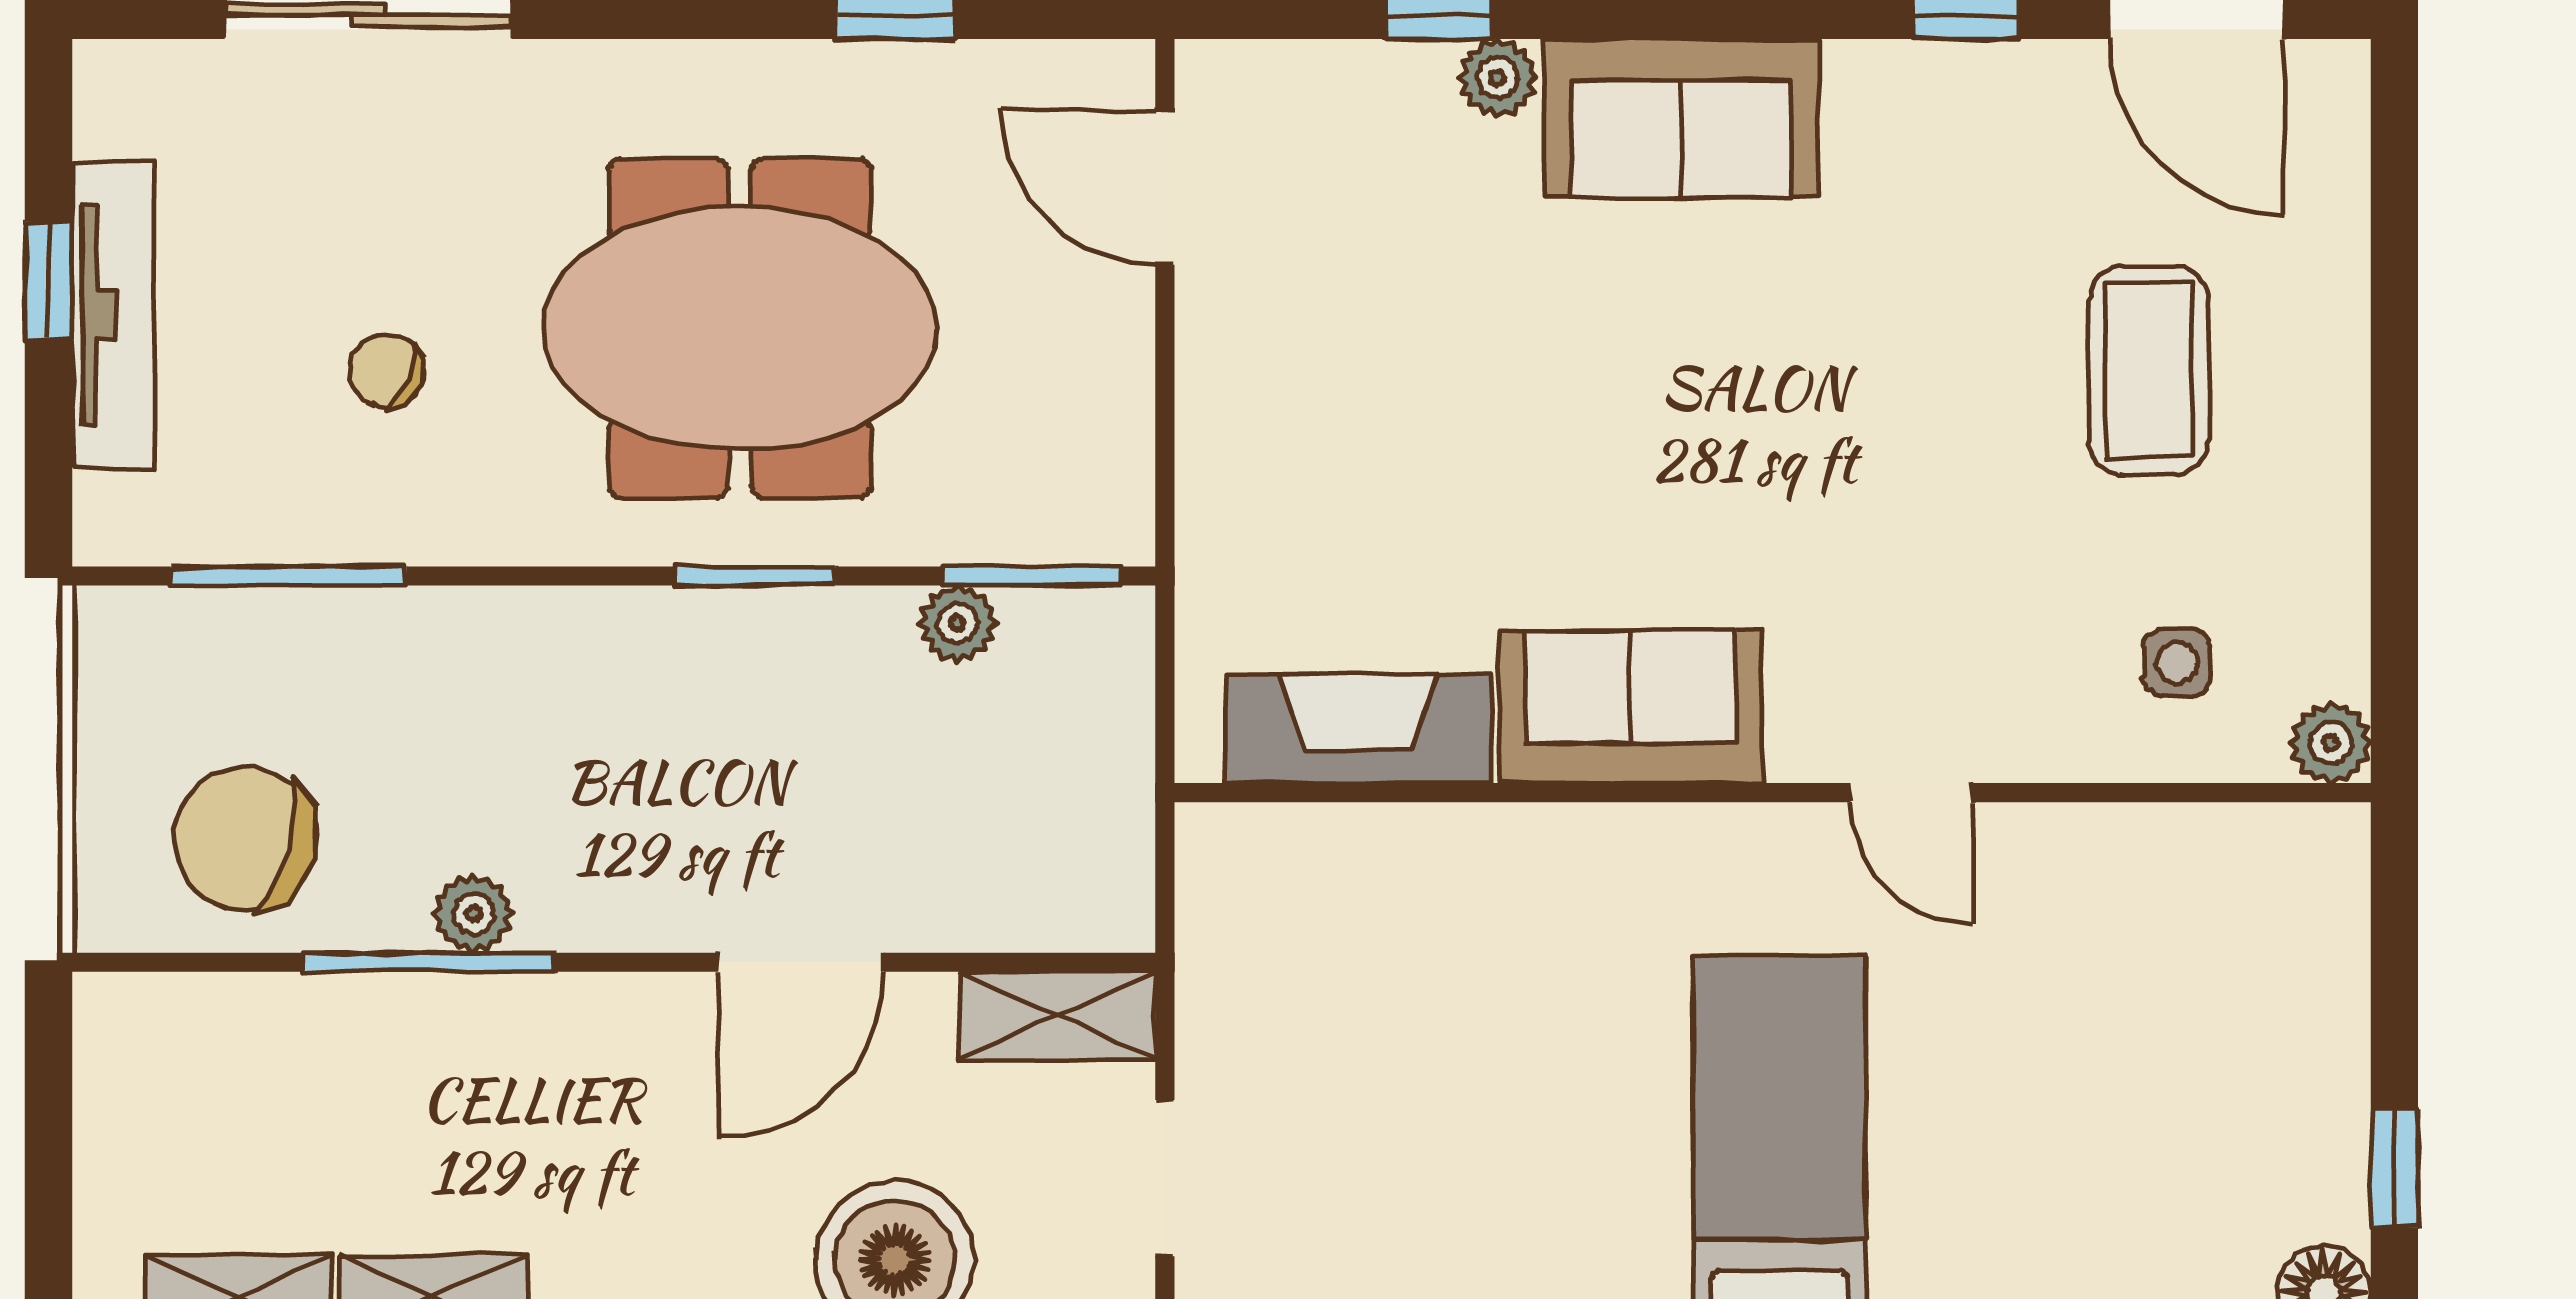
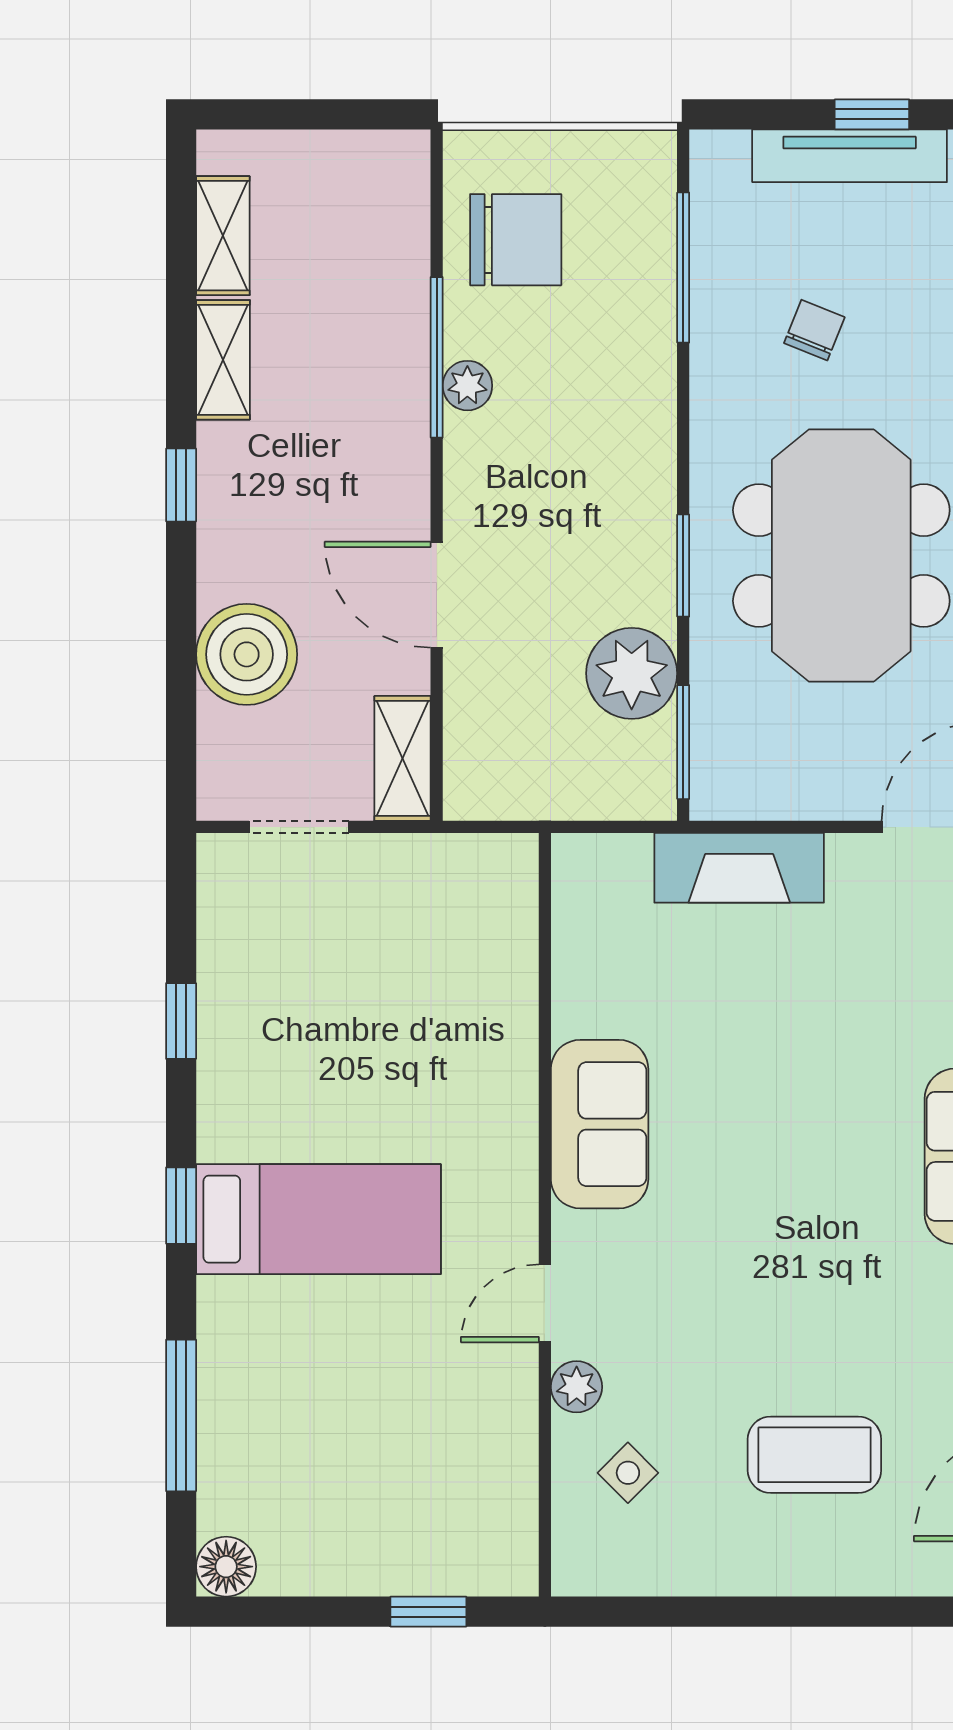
plant: (958, 623) -> (632, 673), width x1.88, depth x1.88
side table: (2177, 663) -> (628, 1473), turned 45
fireplace: (1358, 729) -> (739, 868), moved, turned 90
plant: (2331, 743) -> (577, 1387), moved
chair: (245, 838) -> (516, 240), turned 74
window: (2394, 1168) -> (428, 1612), moved

